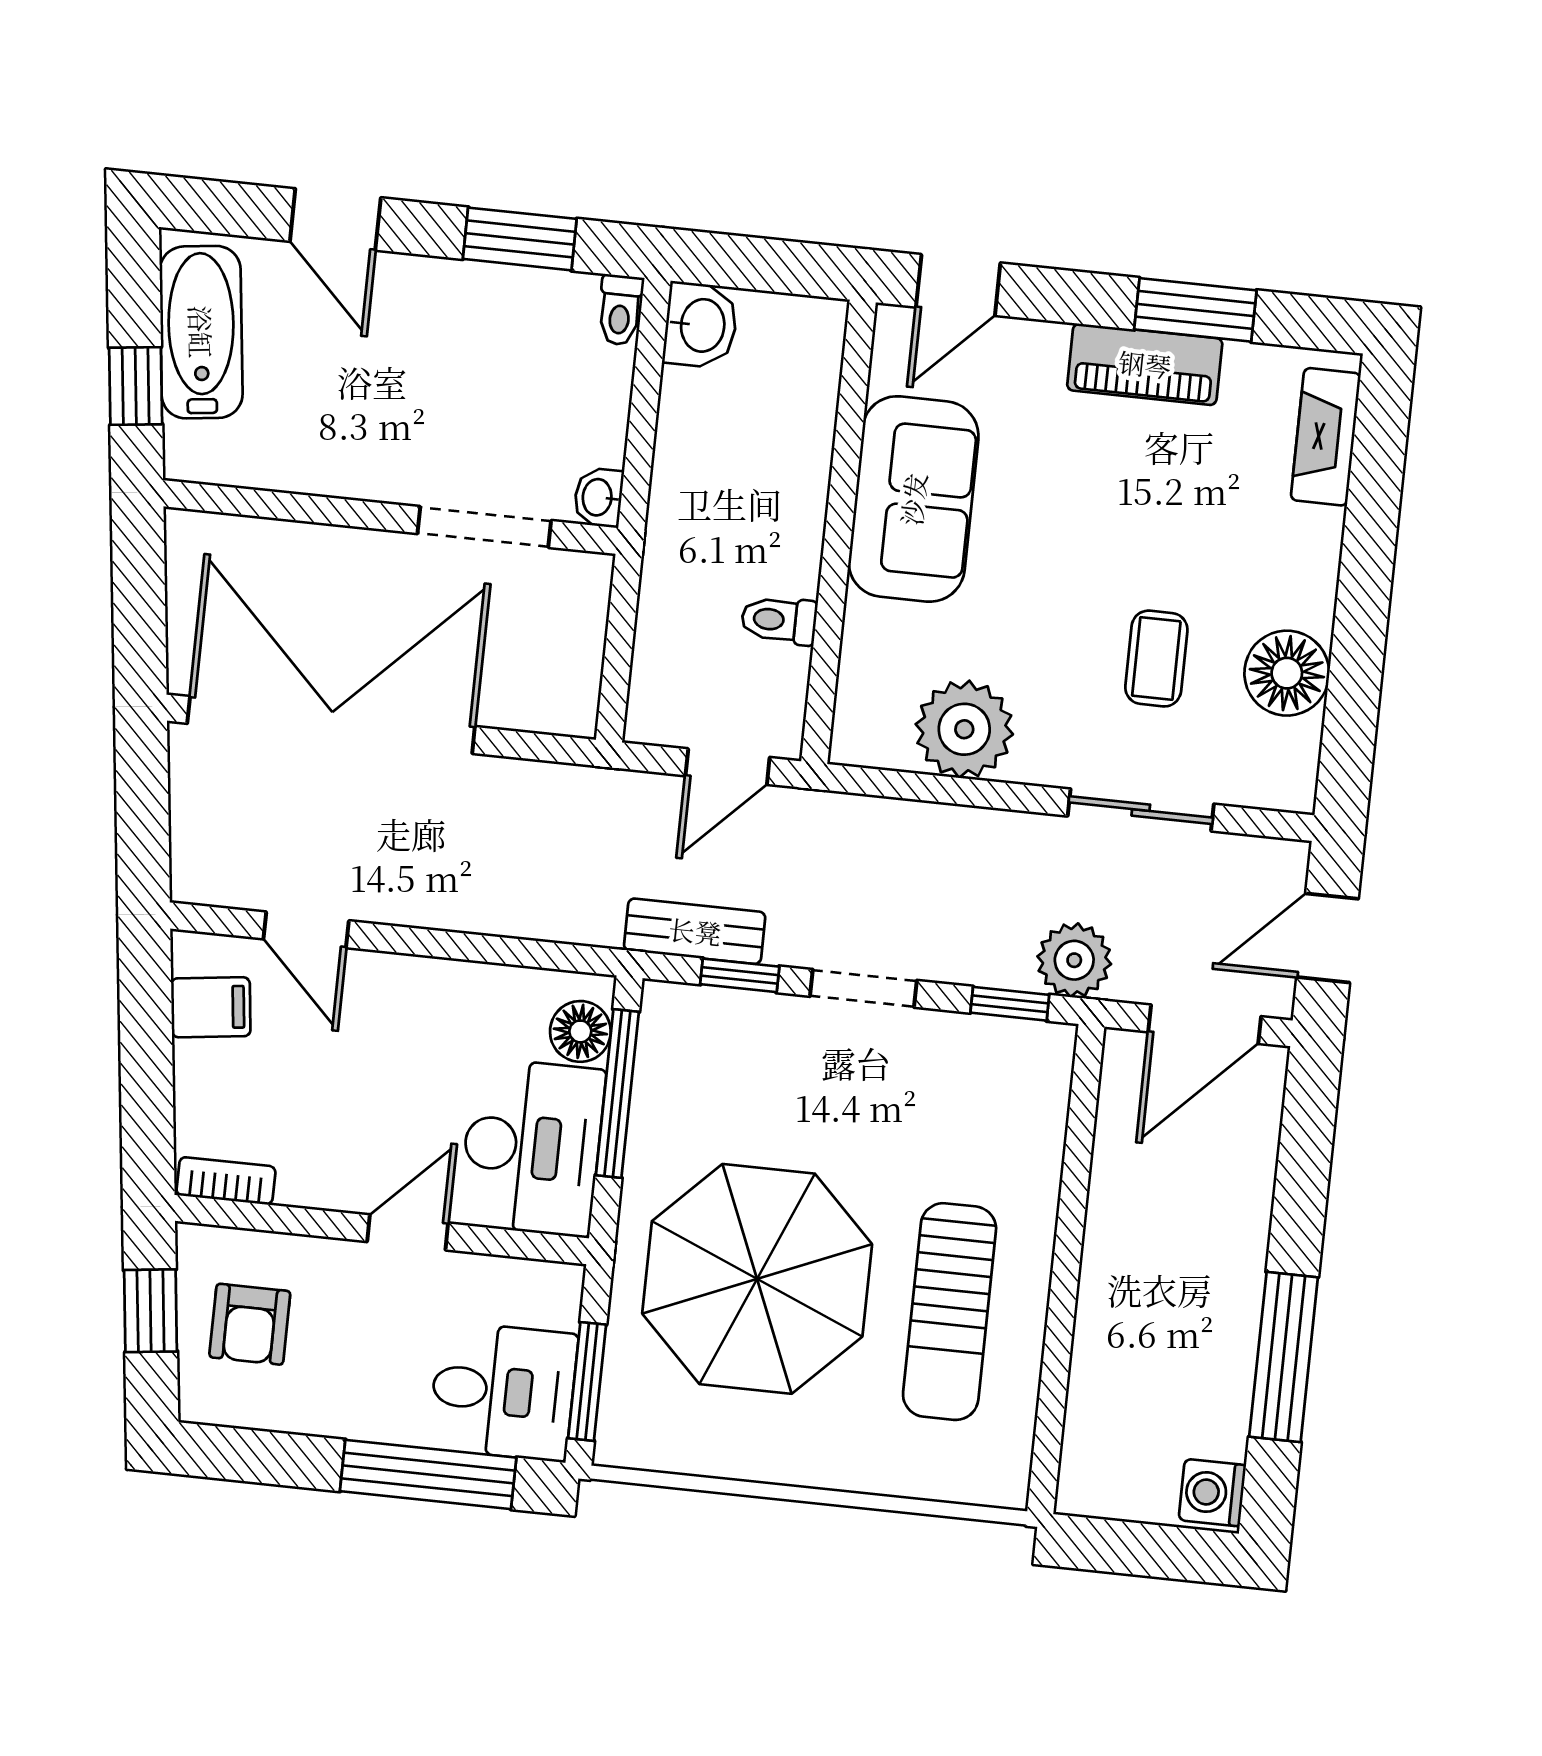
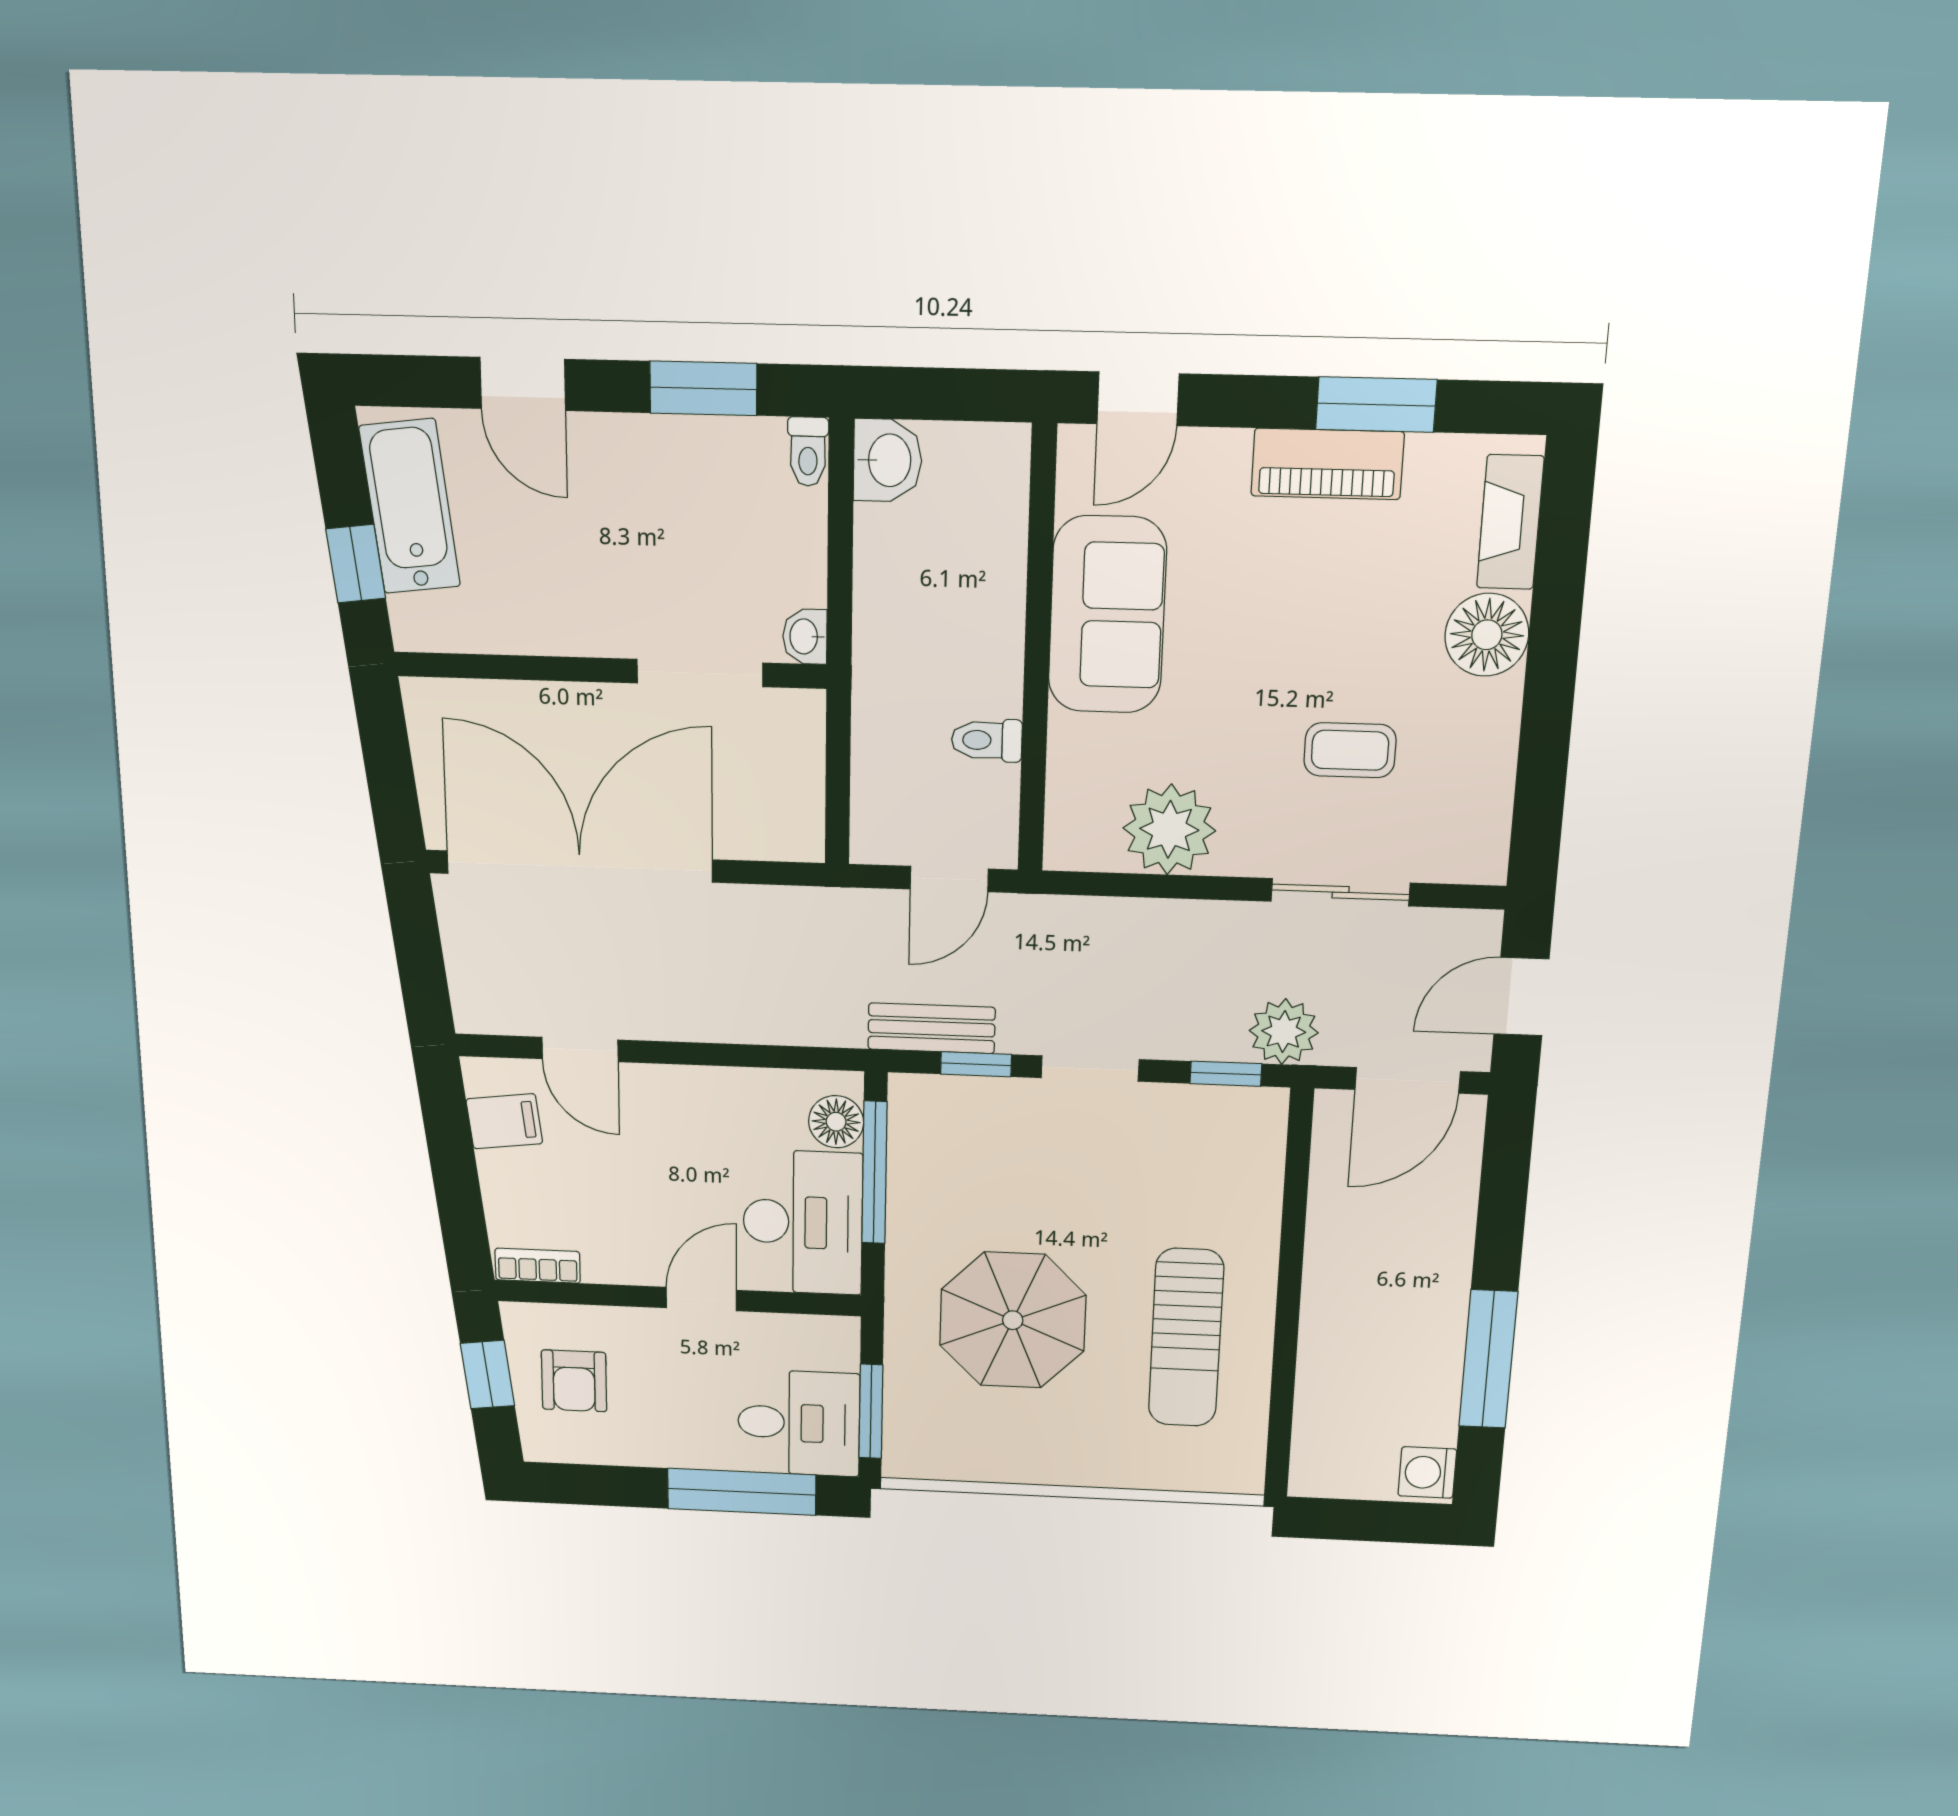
coffee table: (1156, 659) -> (1350, 750), turned 90
floor lamp: (1287, 673) -> (1487, 635), moved
parasol: (757, 1279) -> (1013, 1320), width x0.73, depth x0.73

